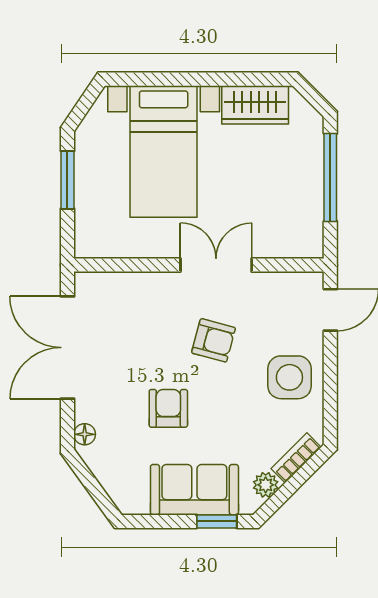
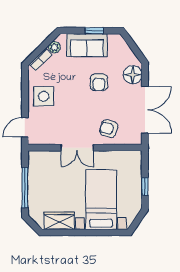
window: (67, 180) -> (145, 186), width x0.67
armchair: (214, 340) -> (109, 129), moved
floor lamp: (85, 434) -> (133, 75), width x1.89, depth x1.89
window: (217, 521) -> (94, 31), moved

